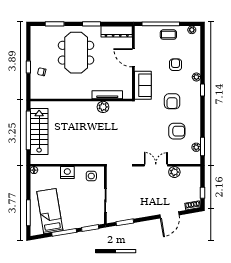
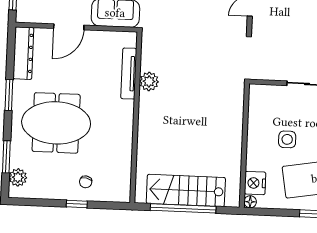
plant: (43, 31) -> (18, 177), added
nightstand: (67, 173) -> (255, 183), moved
side table: (91, 176) -> (287, 139), moved

